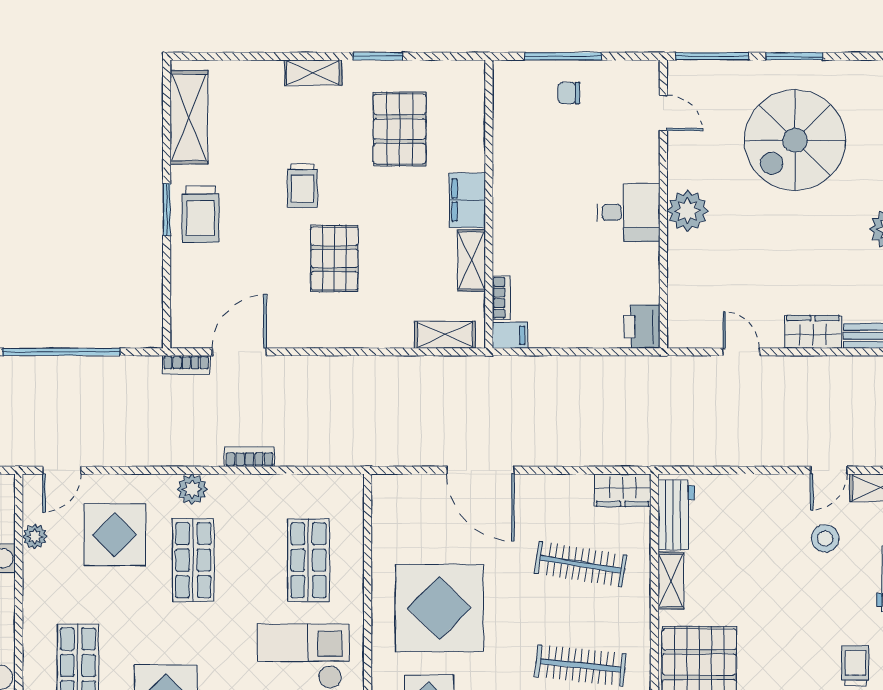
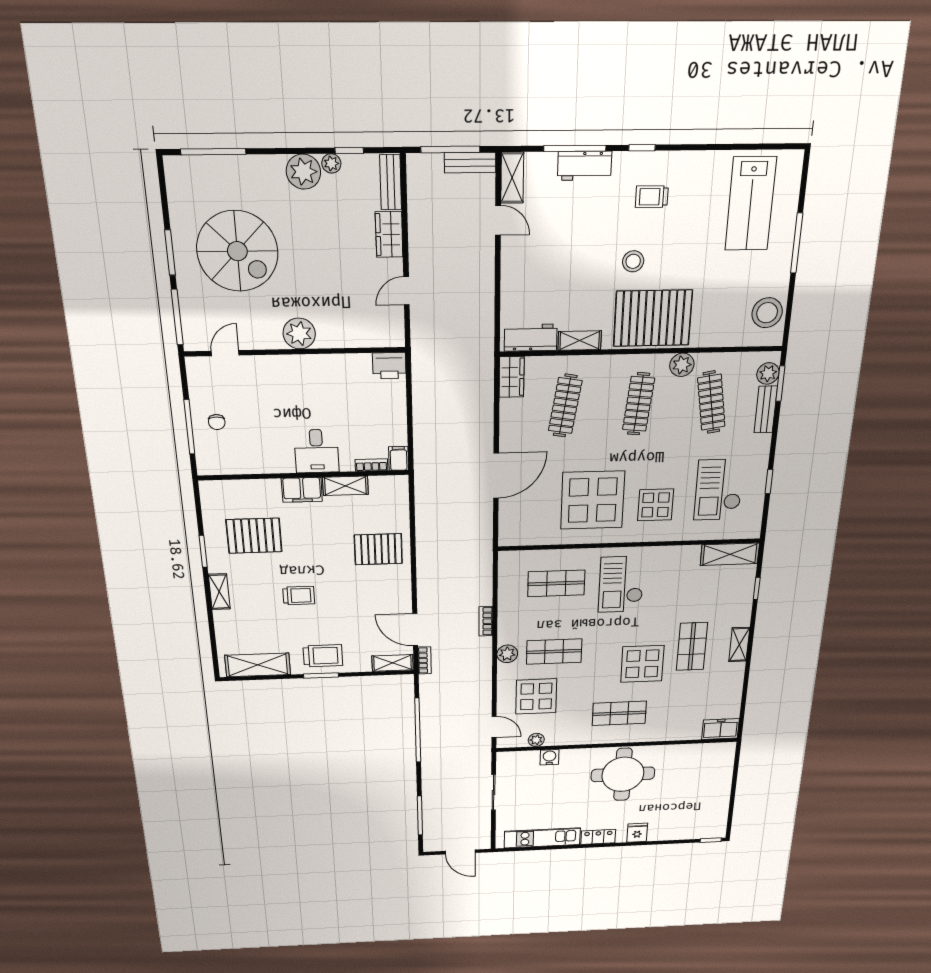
desk: (629, 212) -> (317, 451), moved, turned 180
pallet: (334, 259) -> (378, 549), moved
shelving: (445, 335) -> (393, 663), moved, turned 90
stool: (825, 538) -> (633, 261), moved

